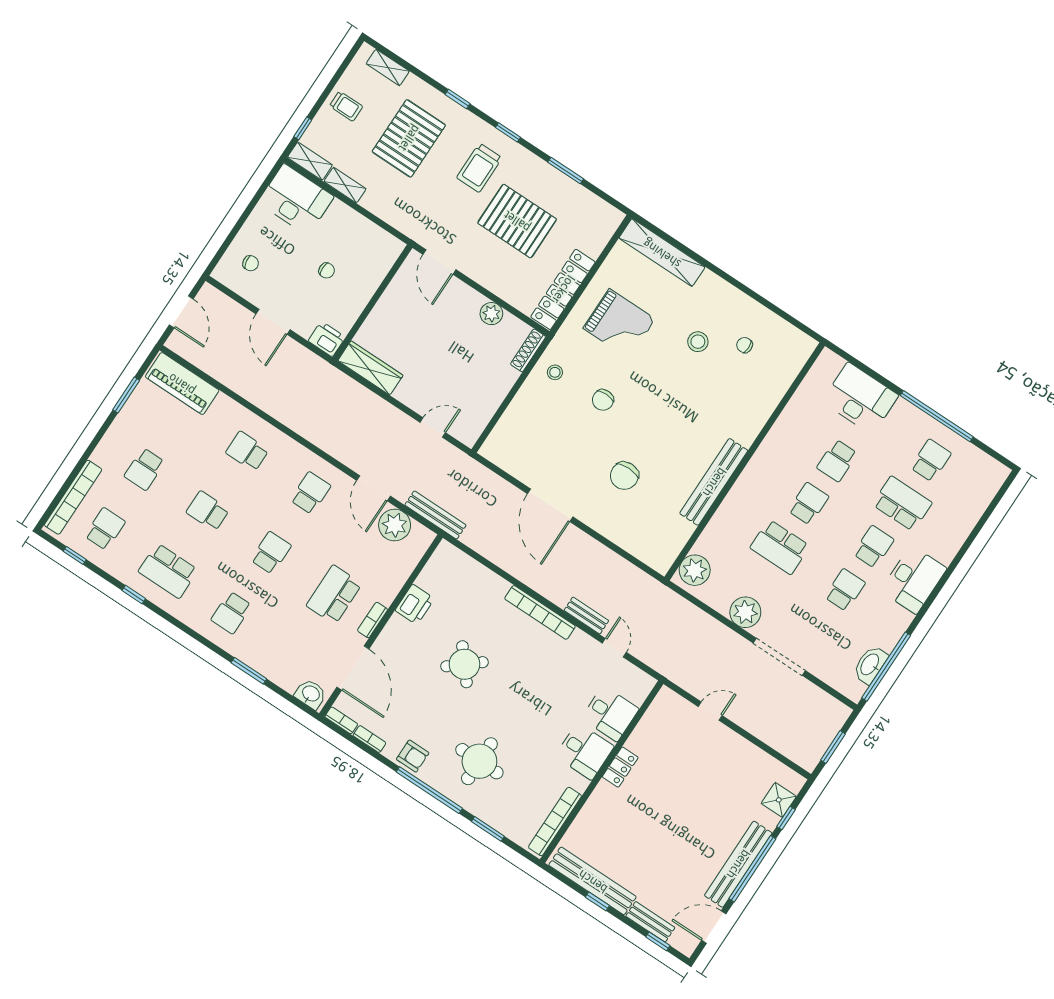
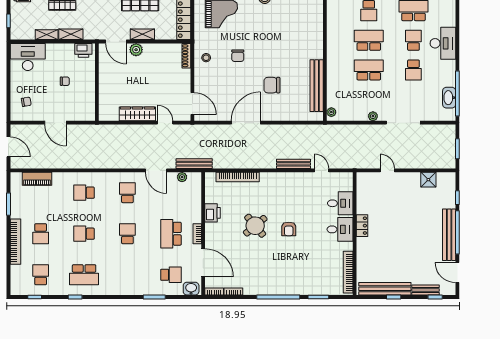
shelving: (310, 161) -> (71, 34), moved
shelving: (485, 277) -> (142, 34), added
plant: (491, 314) -> (136, 50), moved
printer: (327, 339) -> (83, 50), moved, turned 180
wardrobe: (370, 368) -> (137, 114), moved
piano: (182, 384) -> (37, 179), width x0.73, depth x0.75
door: (491, 426) -> (192, 104), added
door: (433, 428) -> (165, 123), hinge flipped
chair: (624, 476) -> (272, 85), turned 90
bench: (714, 482) -> (317, 86), moved
bookcase: (73, 497) -> (15, 242), moved
school desk: (808, 504) -> (369, 40), width x1.85
door: (550, 505) -> (246, 123), swing flipped
plant: (395, 525) -> (182, 177), width x0.53, depth x0.53
school desk: (780, 547) -> (369, 70), turned 180
plant: (695, 570) -> (331, 112), width x0.53, depth x0.53
school desk: (845, 590) -> (413, 70), turned 180
bookcase: (540, 612) -> (238, 177), moved
plant: (745, 612) -> (373, 116), width x0.53, depth x0.53
school desk: (231, 613) -> (171, 275), moved, turned -90
bench: (586, 616) -> (293, 164), width x1.36
door: (710, 711) -> (387, 170), hinge flipped
armchair: (413, 756) -> (289, 229), moved, turned 90
round table: (479, 761) -> (293, 267), removed
shower: (779, 800) -> (428, 180), moved
door: (714, 927) -> (457, 272), hinge flipped

